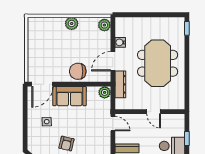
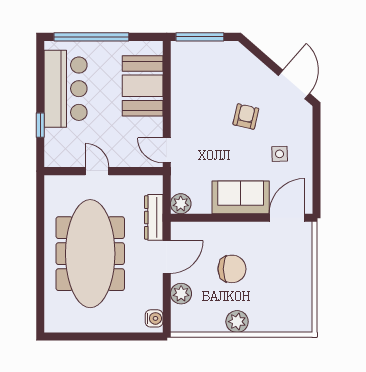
plant: (104, 25) -> (181, 294), moved
window: (187, 28) -> (40, 313), removed
water cooler: (120, 42) -> (154, 318), moved
meeting table: (158, 63) -> (90, 254), width x1.36
chair: (78, 71) -> (232, 269), moved

